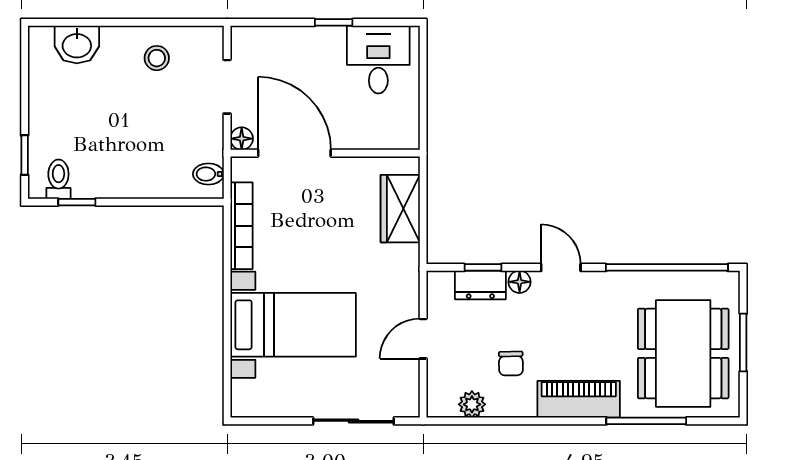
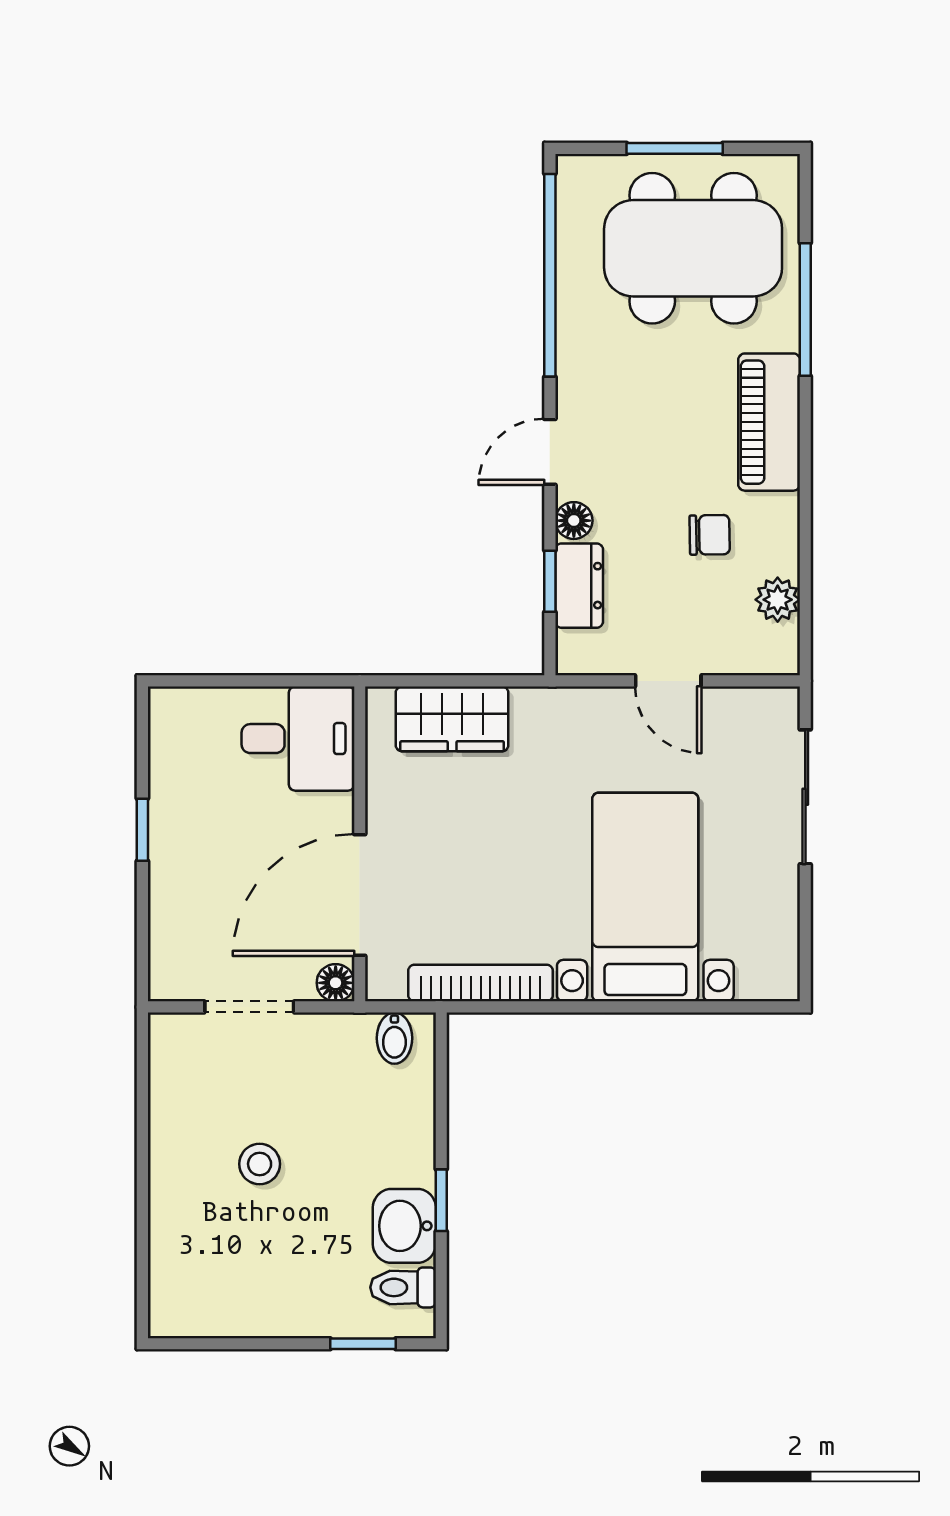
washbasin: (77, 45) -> (404, 1226), moved, turned 180
stool: (157, 58) -> (260, 1164), moved
desk: (378, 60) -> (298, 739), moved, turned 180
window: (77, 202) -> (441, 1200), moved

